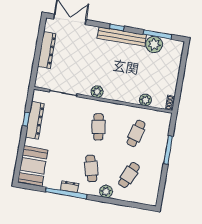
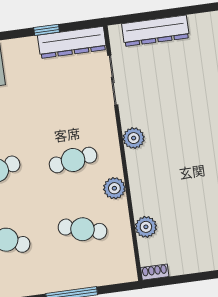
dresser: (47, 50) -> (155, 31), moved
plant: (120, 110) -> (114, 188), added
dresser: (35, 120) -> (72, 42), moved

